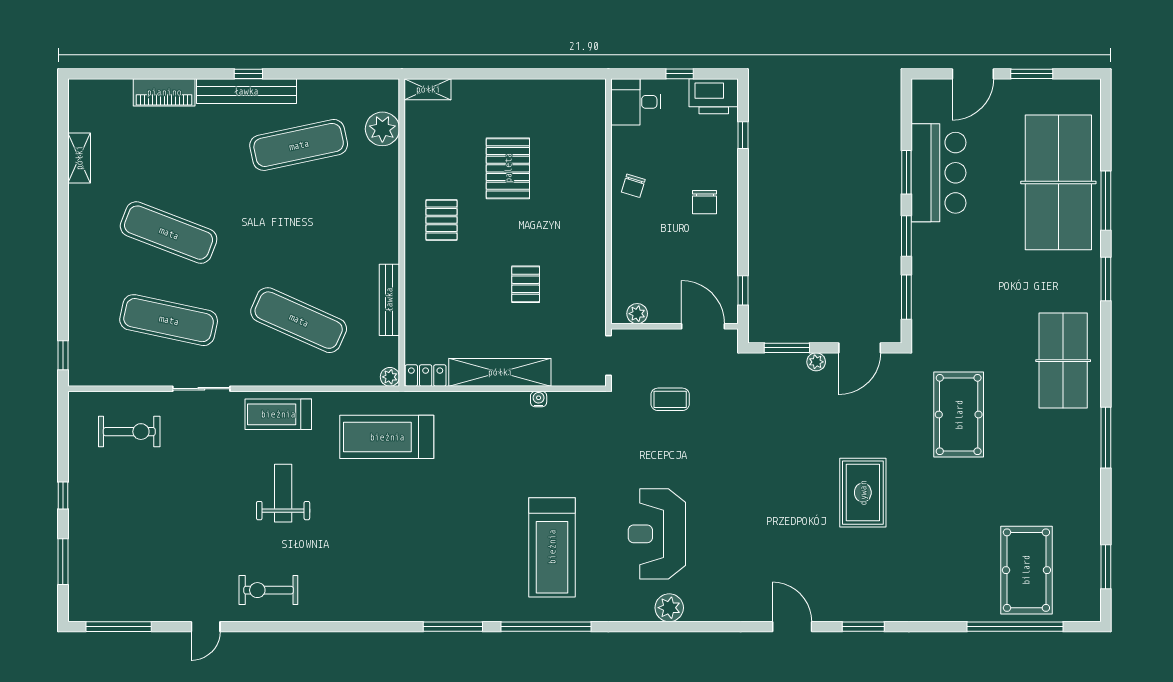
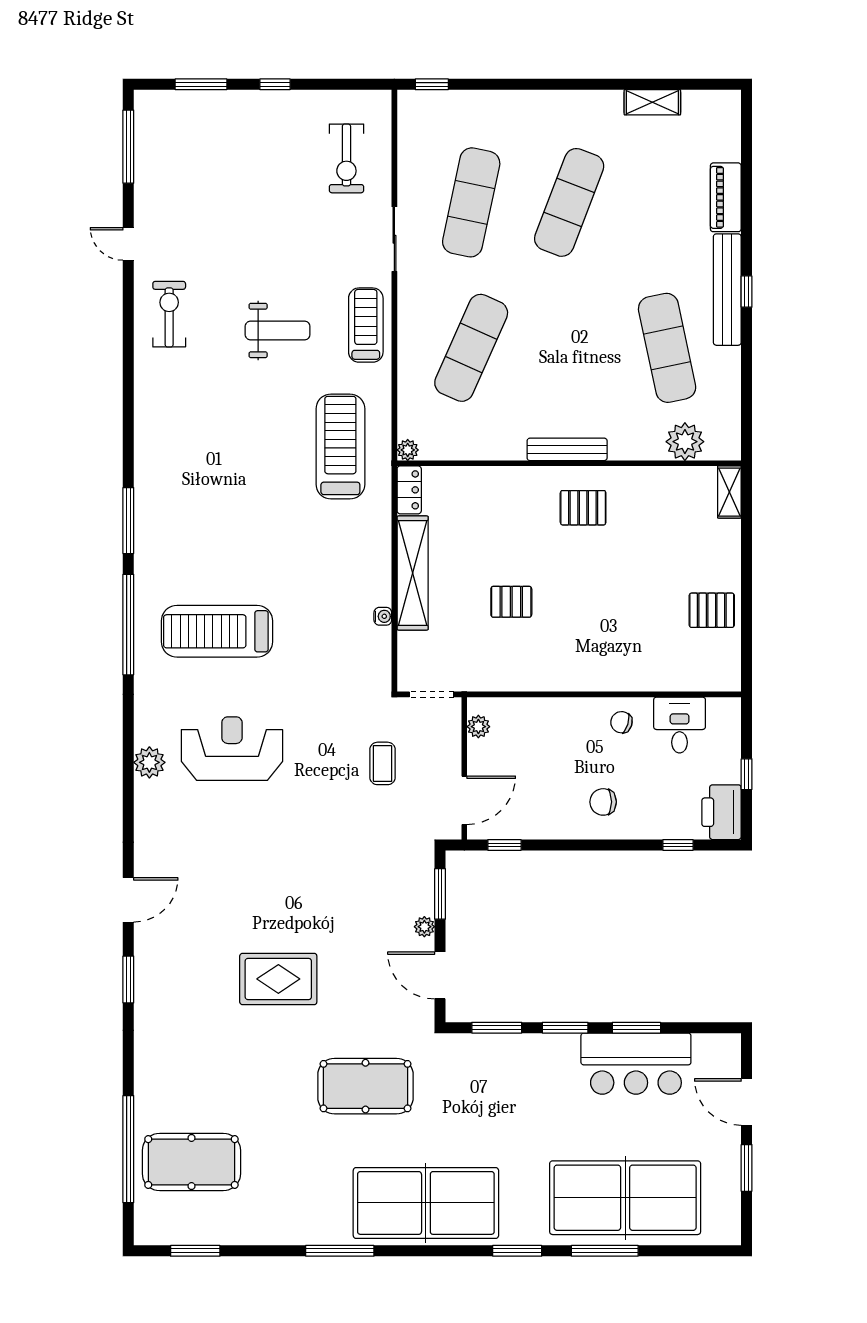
desk: (636, 102) -> (680, 725), moved
pallet: (508, 168) -> (712, 610), moved, width x0.67, depth x0.71
bench: (389, 300) -> (567, 449), moved
table tennis table: (1063, 361) -> (426, 1203), width x1.36, depth x1.32

